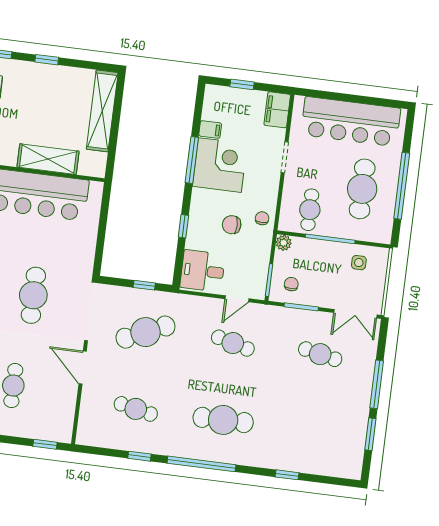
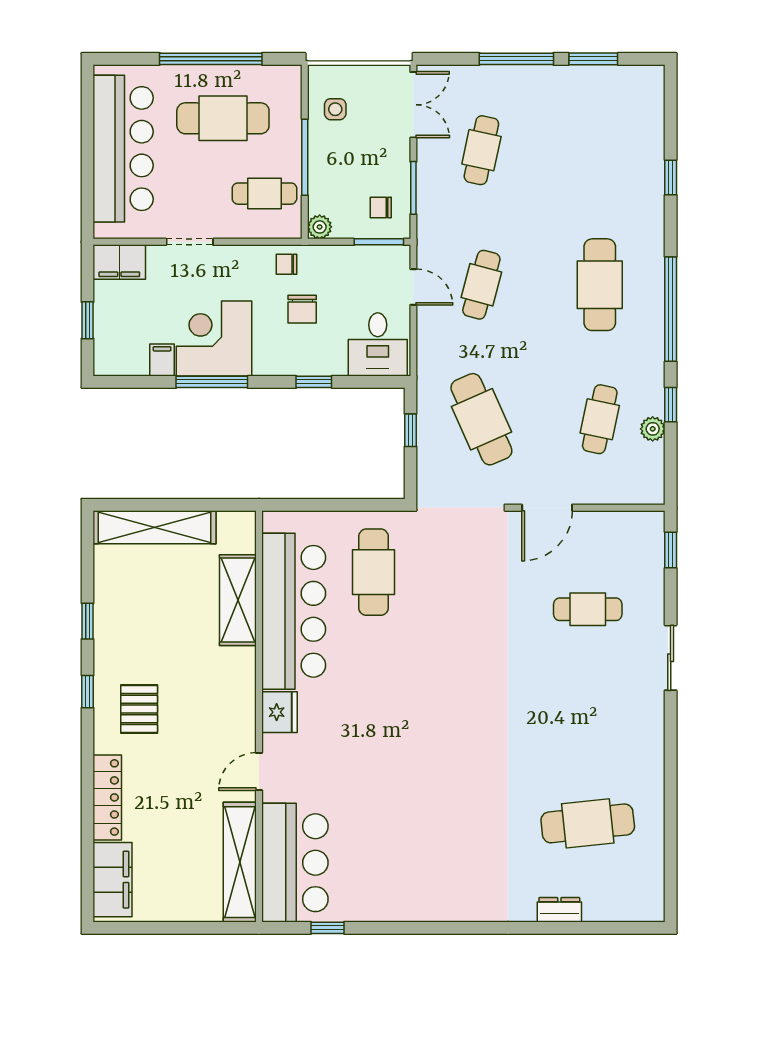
cafe table: (33, 295) -> (373, 572), moved, turned 90
plant: (125, 443) -> (653, 429), added

